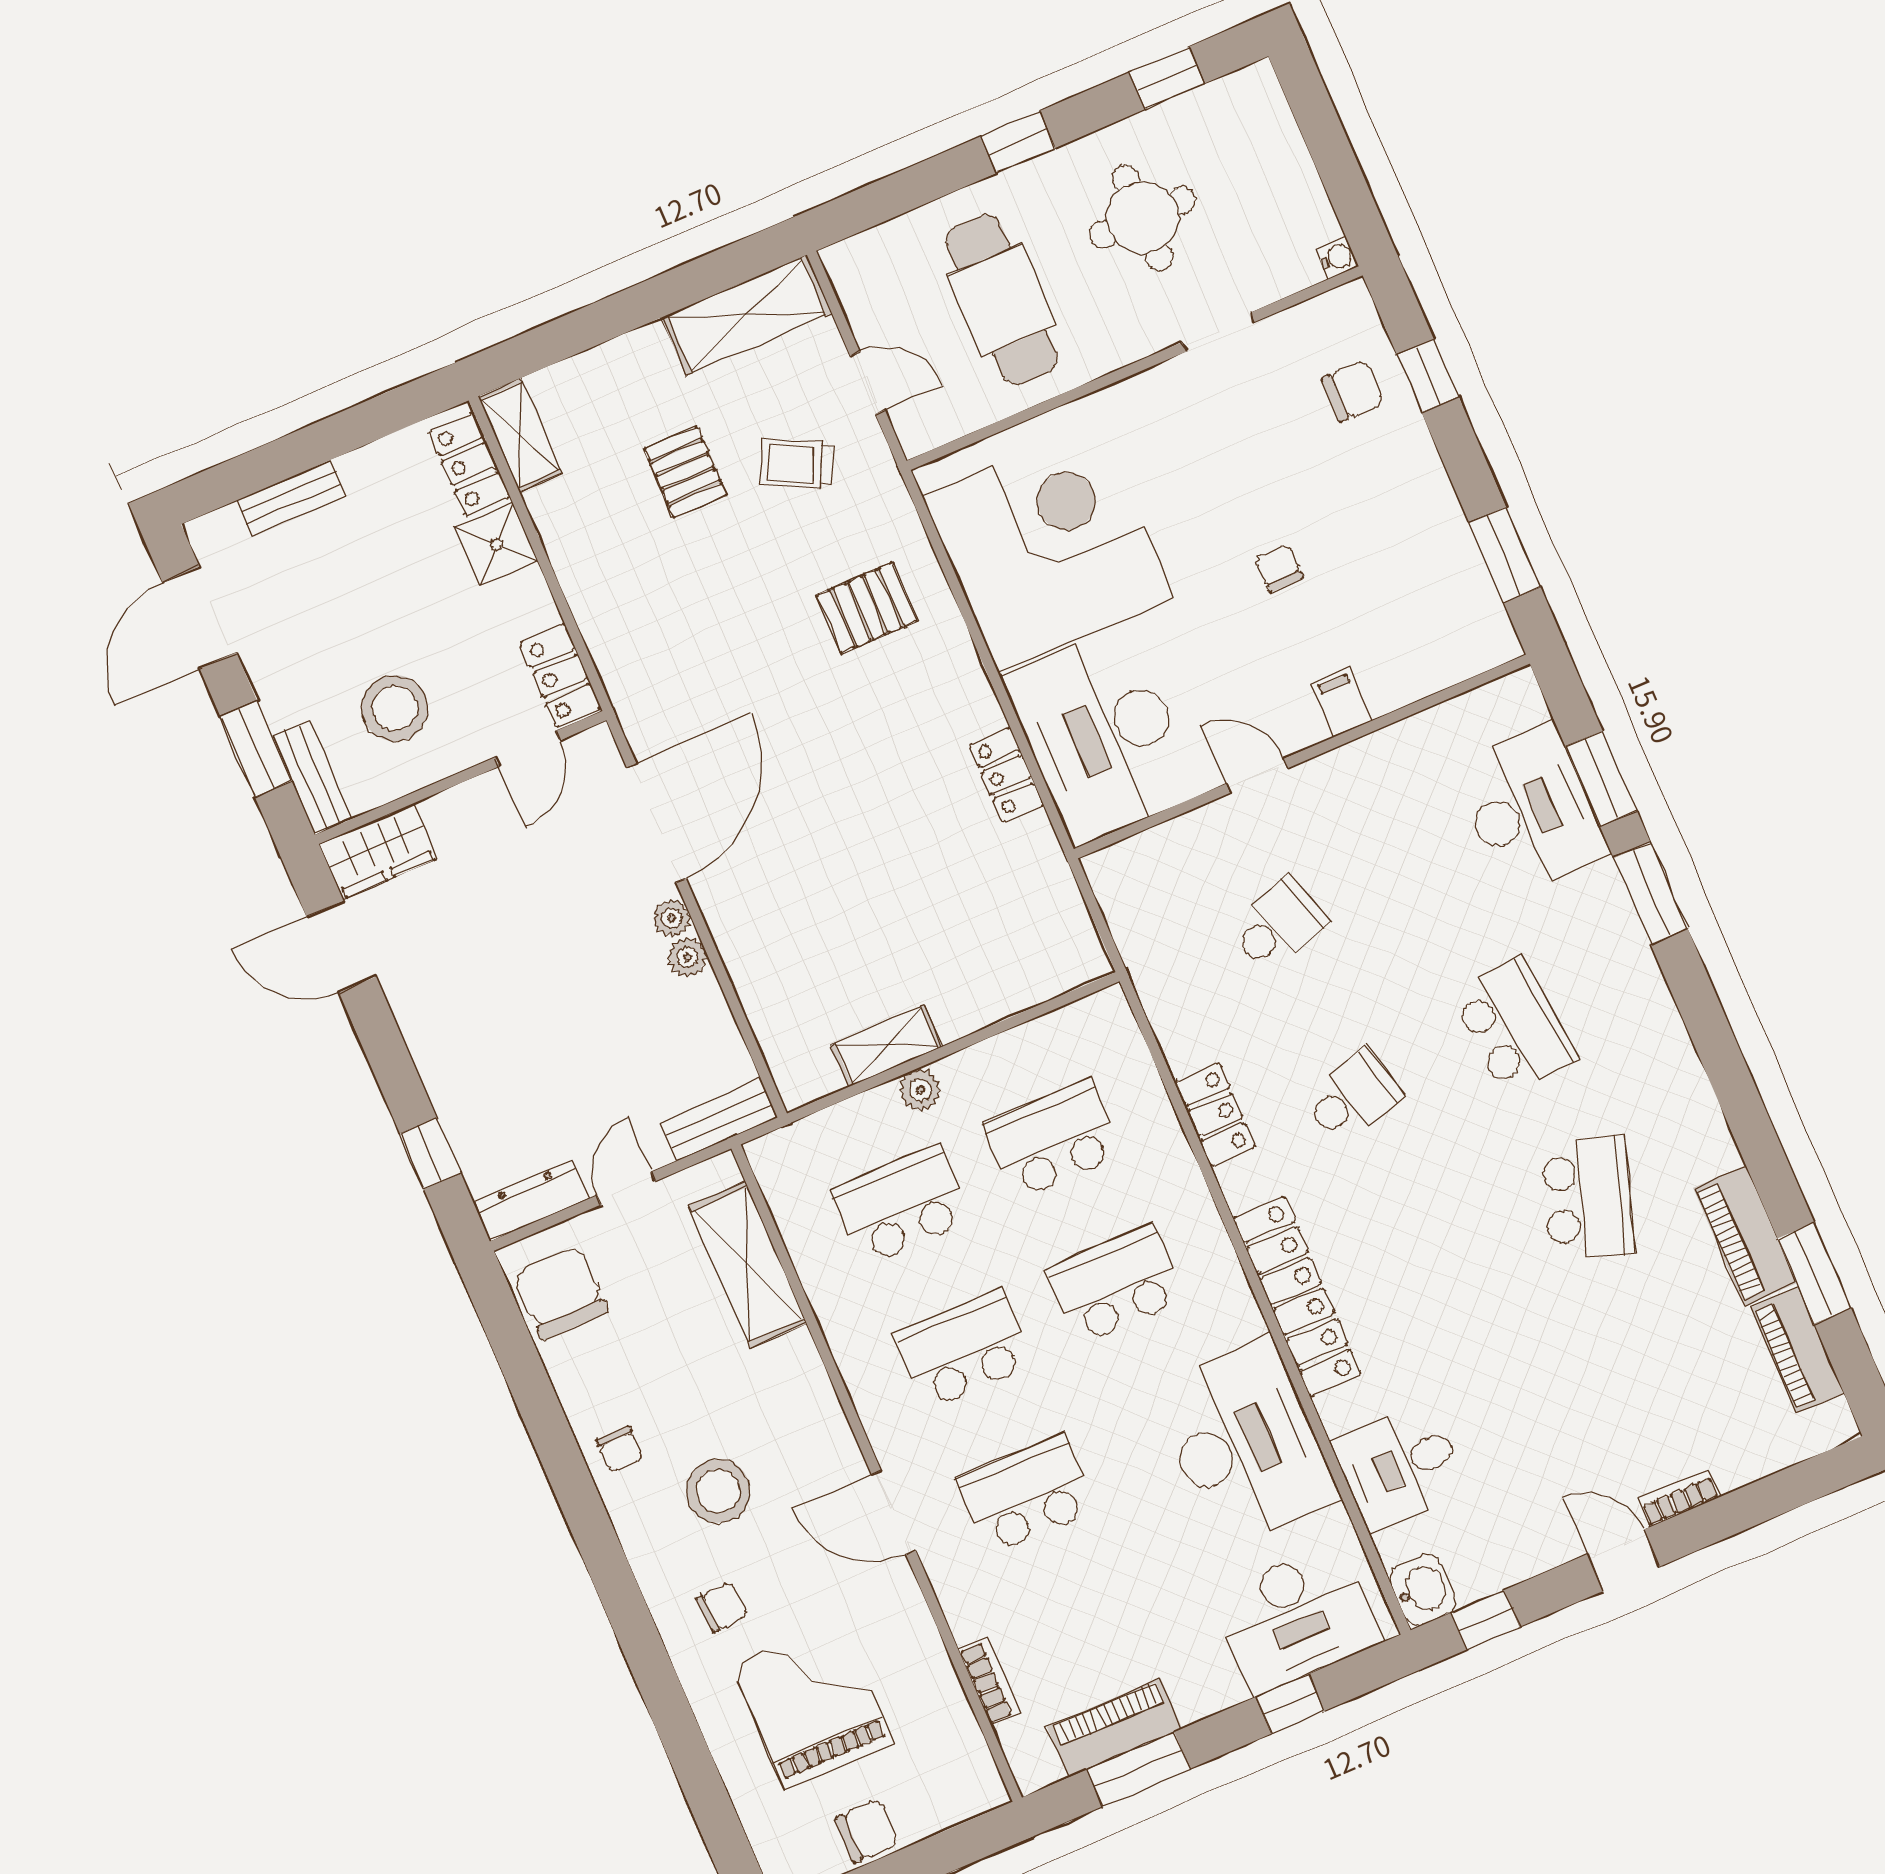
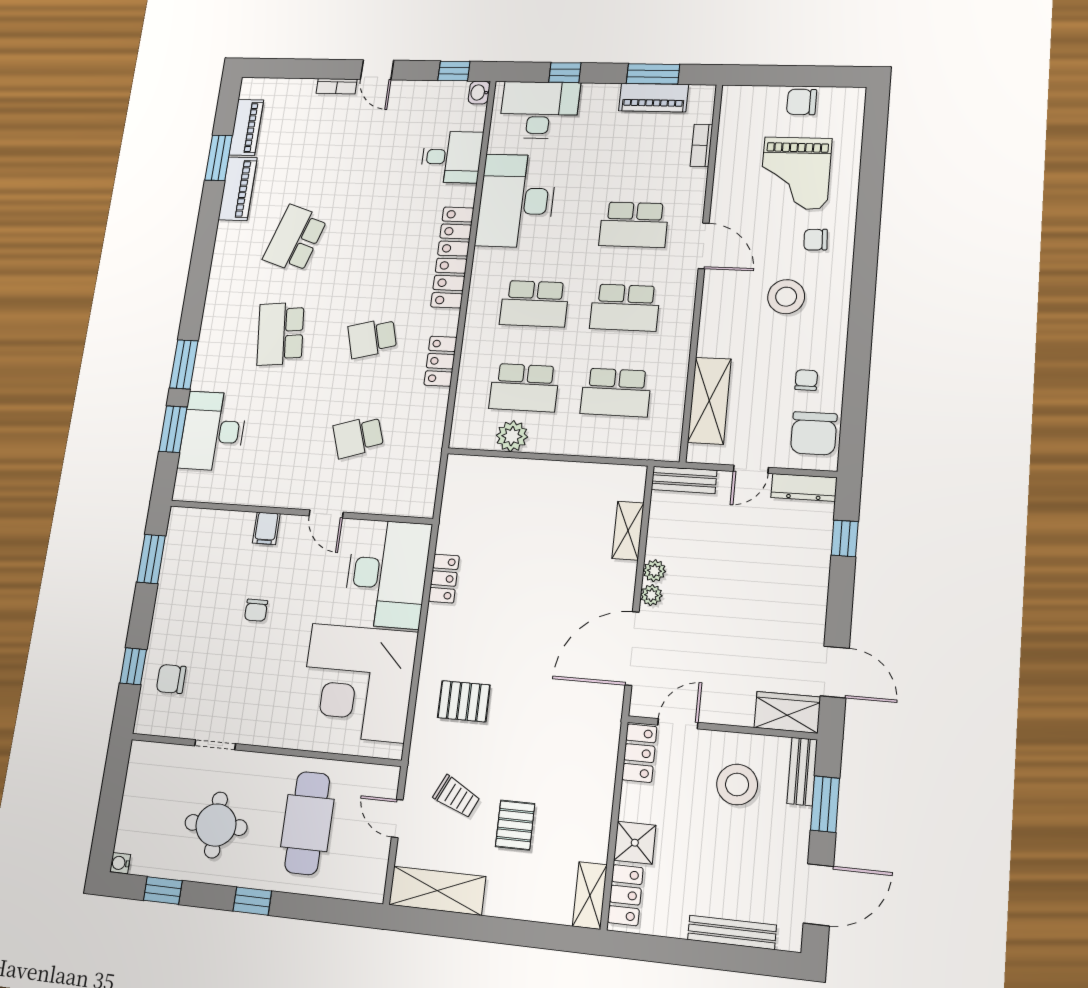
water cooler: (1337, 257) -> (120, 863), moved
bench: (291, 498) -> (732, 932), width x1.36
shelving: (886, 1046) -> (628, 531), moved, turned 90
plant: (920, 1090) -> (512, 436), moved, width x1.38, depth x1.38
chair: (620, 1449) -> (806, 380), moved
washbasin: (1423, 1590) -> (479, 93), width x0.72, depth x0.69

